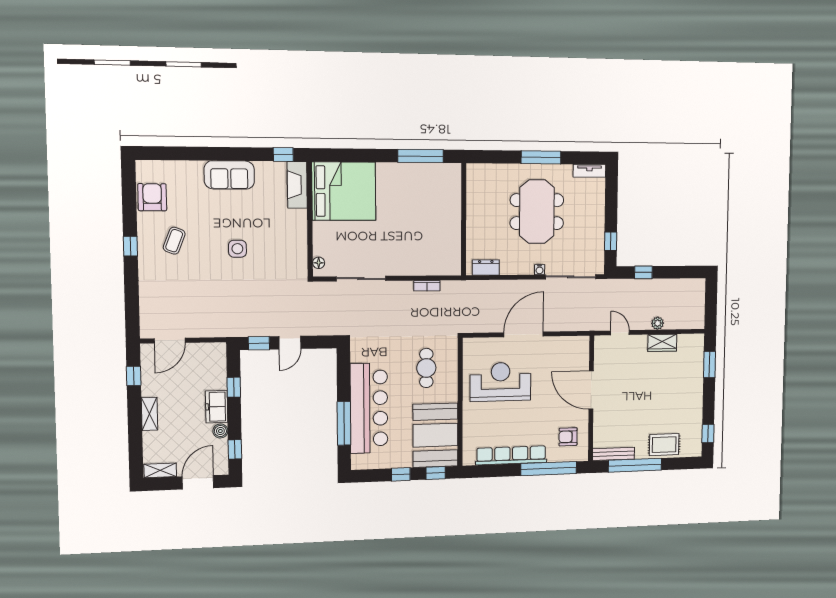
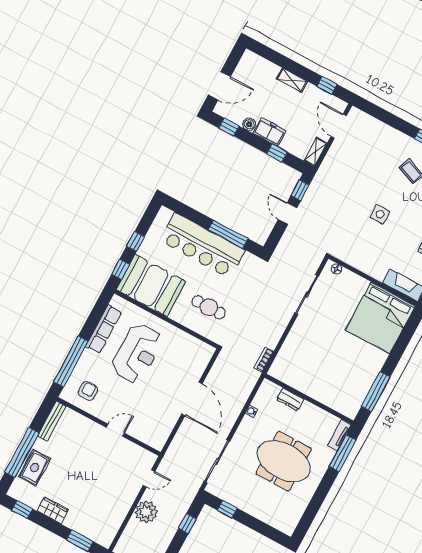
window: (541, 157) -> (343, 453), moved
tv unit: (589, 171) -> (339, 435), moved
dresser: (486, 267) -> (290, 399), moved, turned 90
water cooler: (540, 270) -> (251, 411), moved
bookcase: (427, 286) -> (264, 360), moved
plant: (658, 323) -> (146, 512), width x1.88, depth x1.88
wardrobe: (662, 343) -> (53, 510), moved, turned 90
reception desk: (501, 382) -> (137, 353), moved
door: (591, 390) -> (115, 430), width x0.53
window: (344, 423) -> (228, 234), moved
row of seats: (511, 455) -> (104, 329), width x0.73
window: (635, 465) -> (22, 452), moved
shelving: (160, 470) -> (315, 152), moved
door: (198, 482) -> (219, 86), hinge flipped

